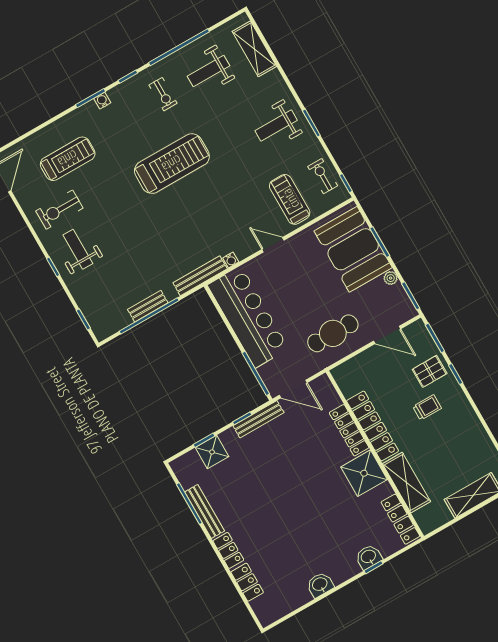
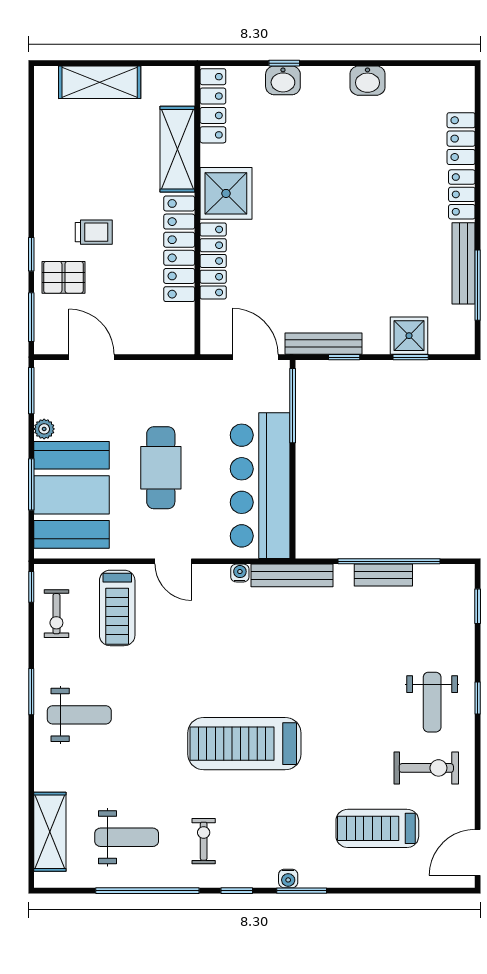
cafe table: (333, 333) -> (161, 468), moved, turned 90
trolley: (427, 407) -> (94, 232), turned 180

